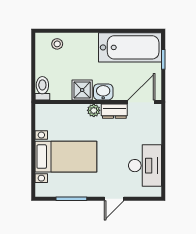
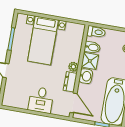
bidet: (64, 90) -> (92, 47), added
desk: (145, 166) -> (41, 100), moved, width x0.73

